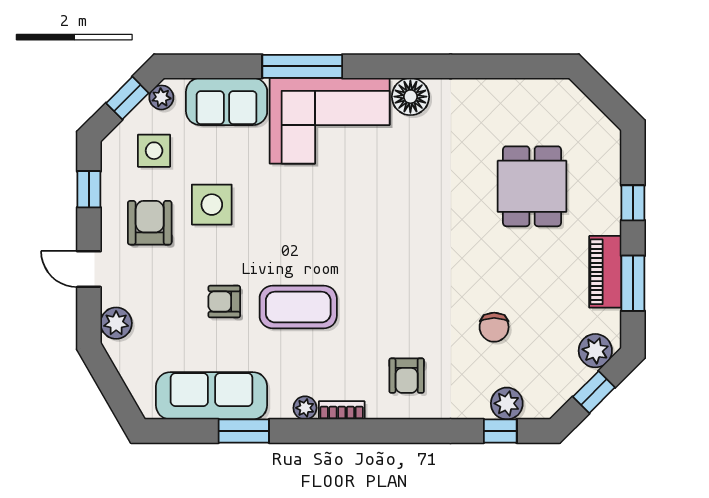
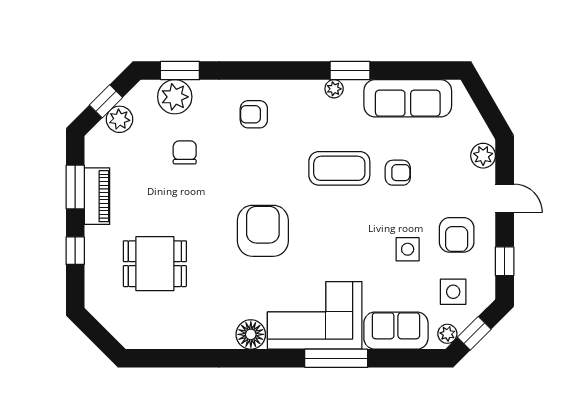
dining table: (532, 186) -> (155, 264), turned 90
side table: (212, 205) -> (408, 249), width x0.73, depth x0.73
armchair: (395, 228) -> (263, 231), added
plant: (595, 351) -> (119, 119), moved
armchair: (407, 376) -> (254, 114), turned -90
plant: (507, 403) -> (175, 97), width x1.36, depth x1.36
bookcase: (342, 410) -> (305, 87), removed
window: (244, 431) -> (350, 71), moved
window: (500, 431) -> (180, 71), width x1.50

